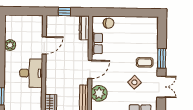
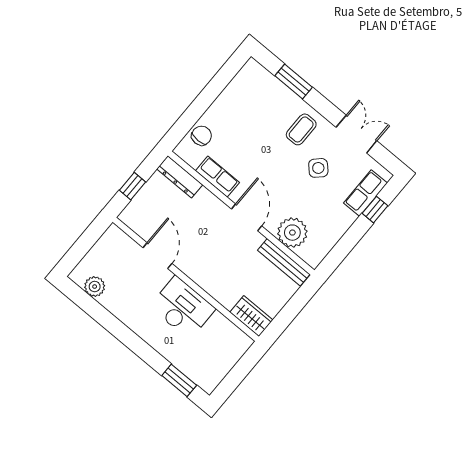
plant: (10, 45) -> (95, 287), moved
window: (162, 58) -> (294, 82), moved

